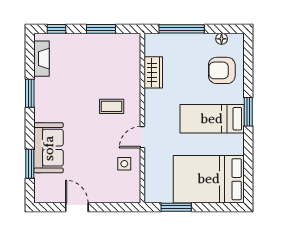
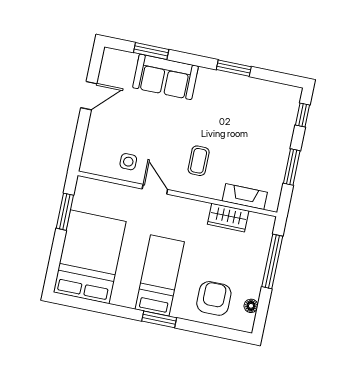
fireplace: (42, 59) -> (245, 197), moved, turned 180

